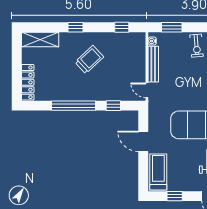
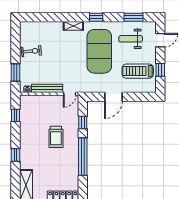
trolley: (89, 60) -> (56, 137), moved, turned -137
treadmill: (158, 172) -> (138, 71), moved

